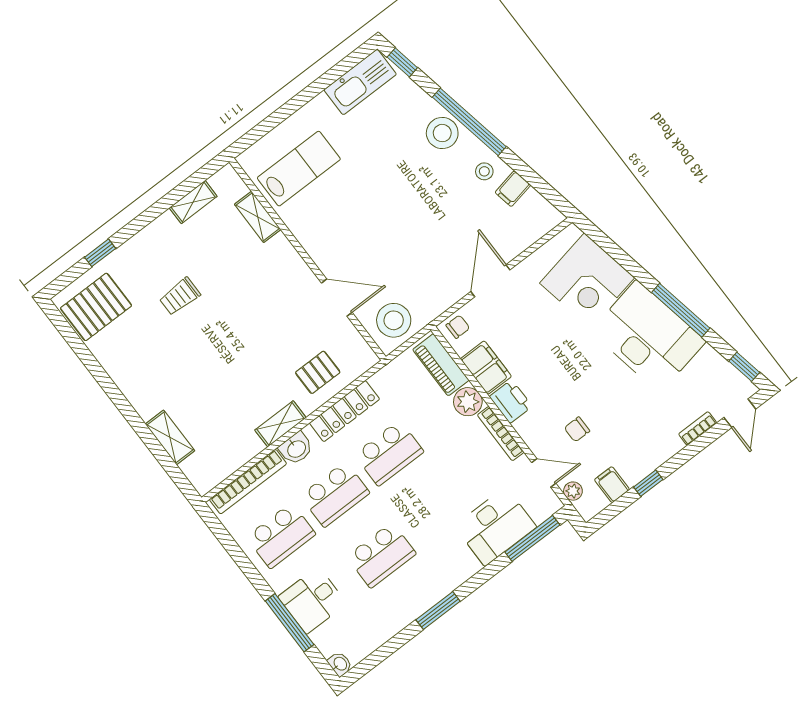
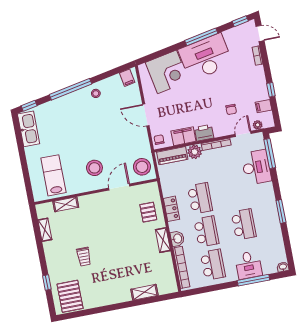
stool: (442, 133) -> (94, 168), moved
filing cabinet: (513, 189) -> (127, 78), moved
locker: (345, 411) -> (171, 209), width x0.66

